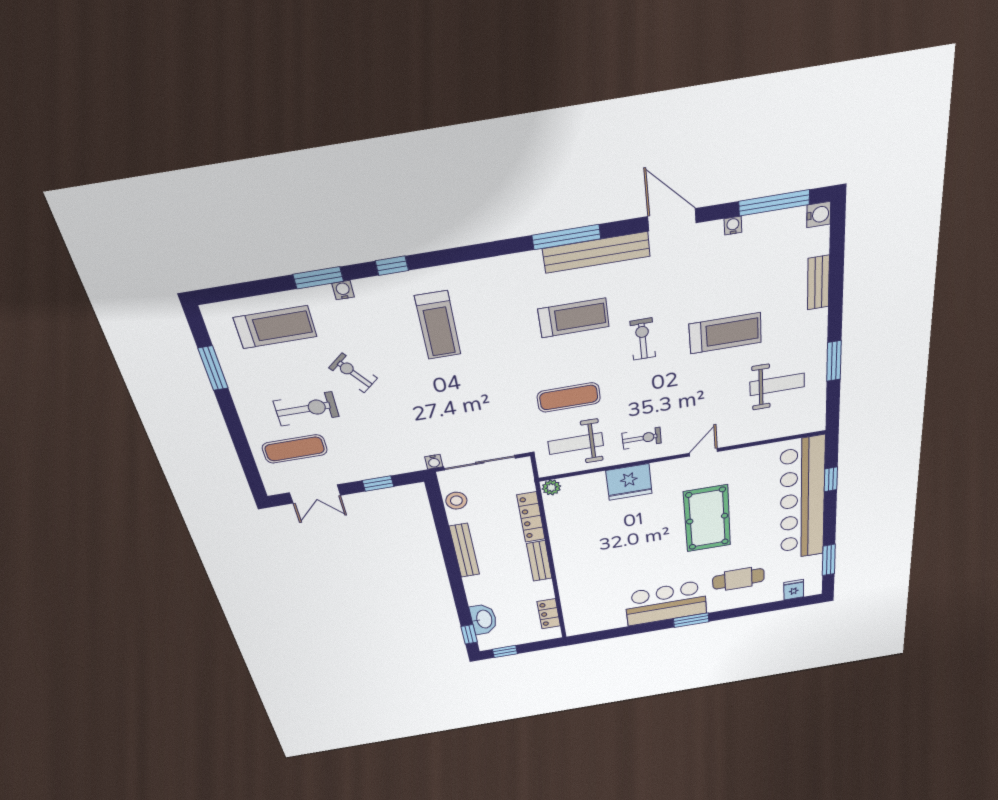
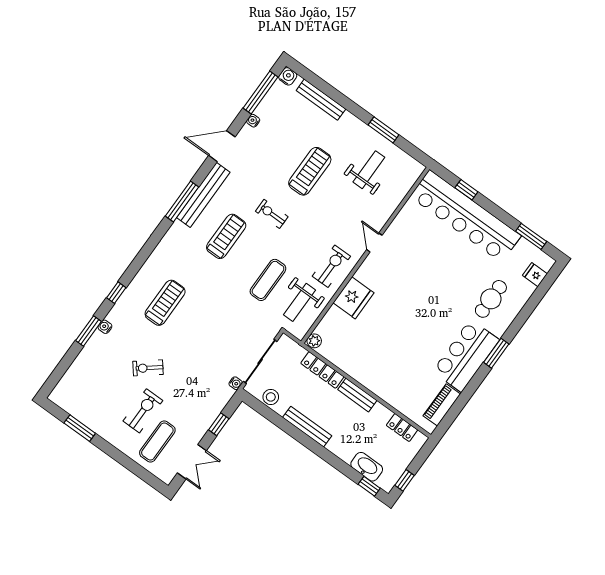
bench: (818, 283) -> (321, 100), width x1.36
treadmill: (438, 325) -> (165, 303), turned -90
treadmill: (275, 327) -> (90, 377), removed
exercise bike: (642, 438) -> (331, 266), width x1.38, depth x1.39
pool table: (707, 519) -> (424, 279), removed
piano: (602, 623) -> (442, 405), added

